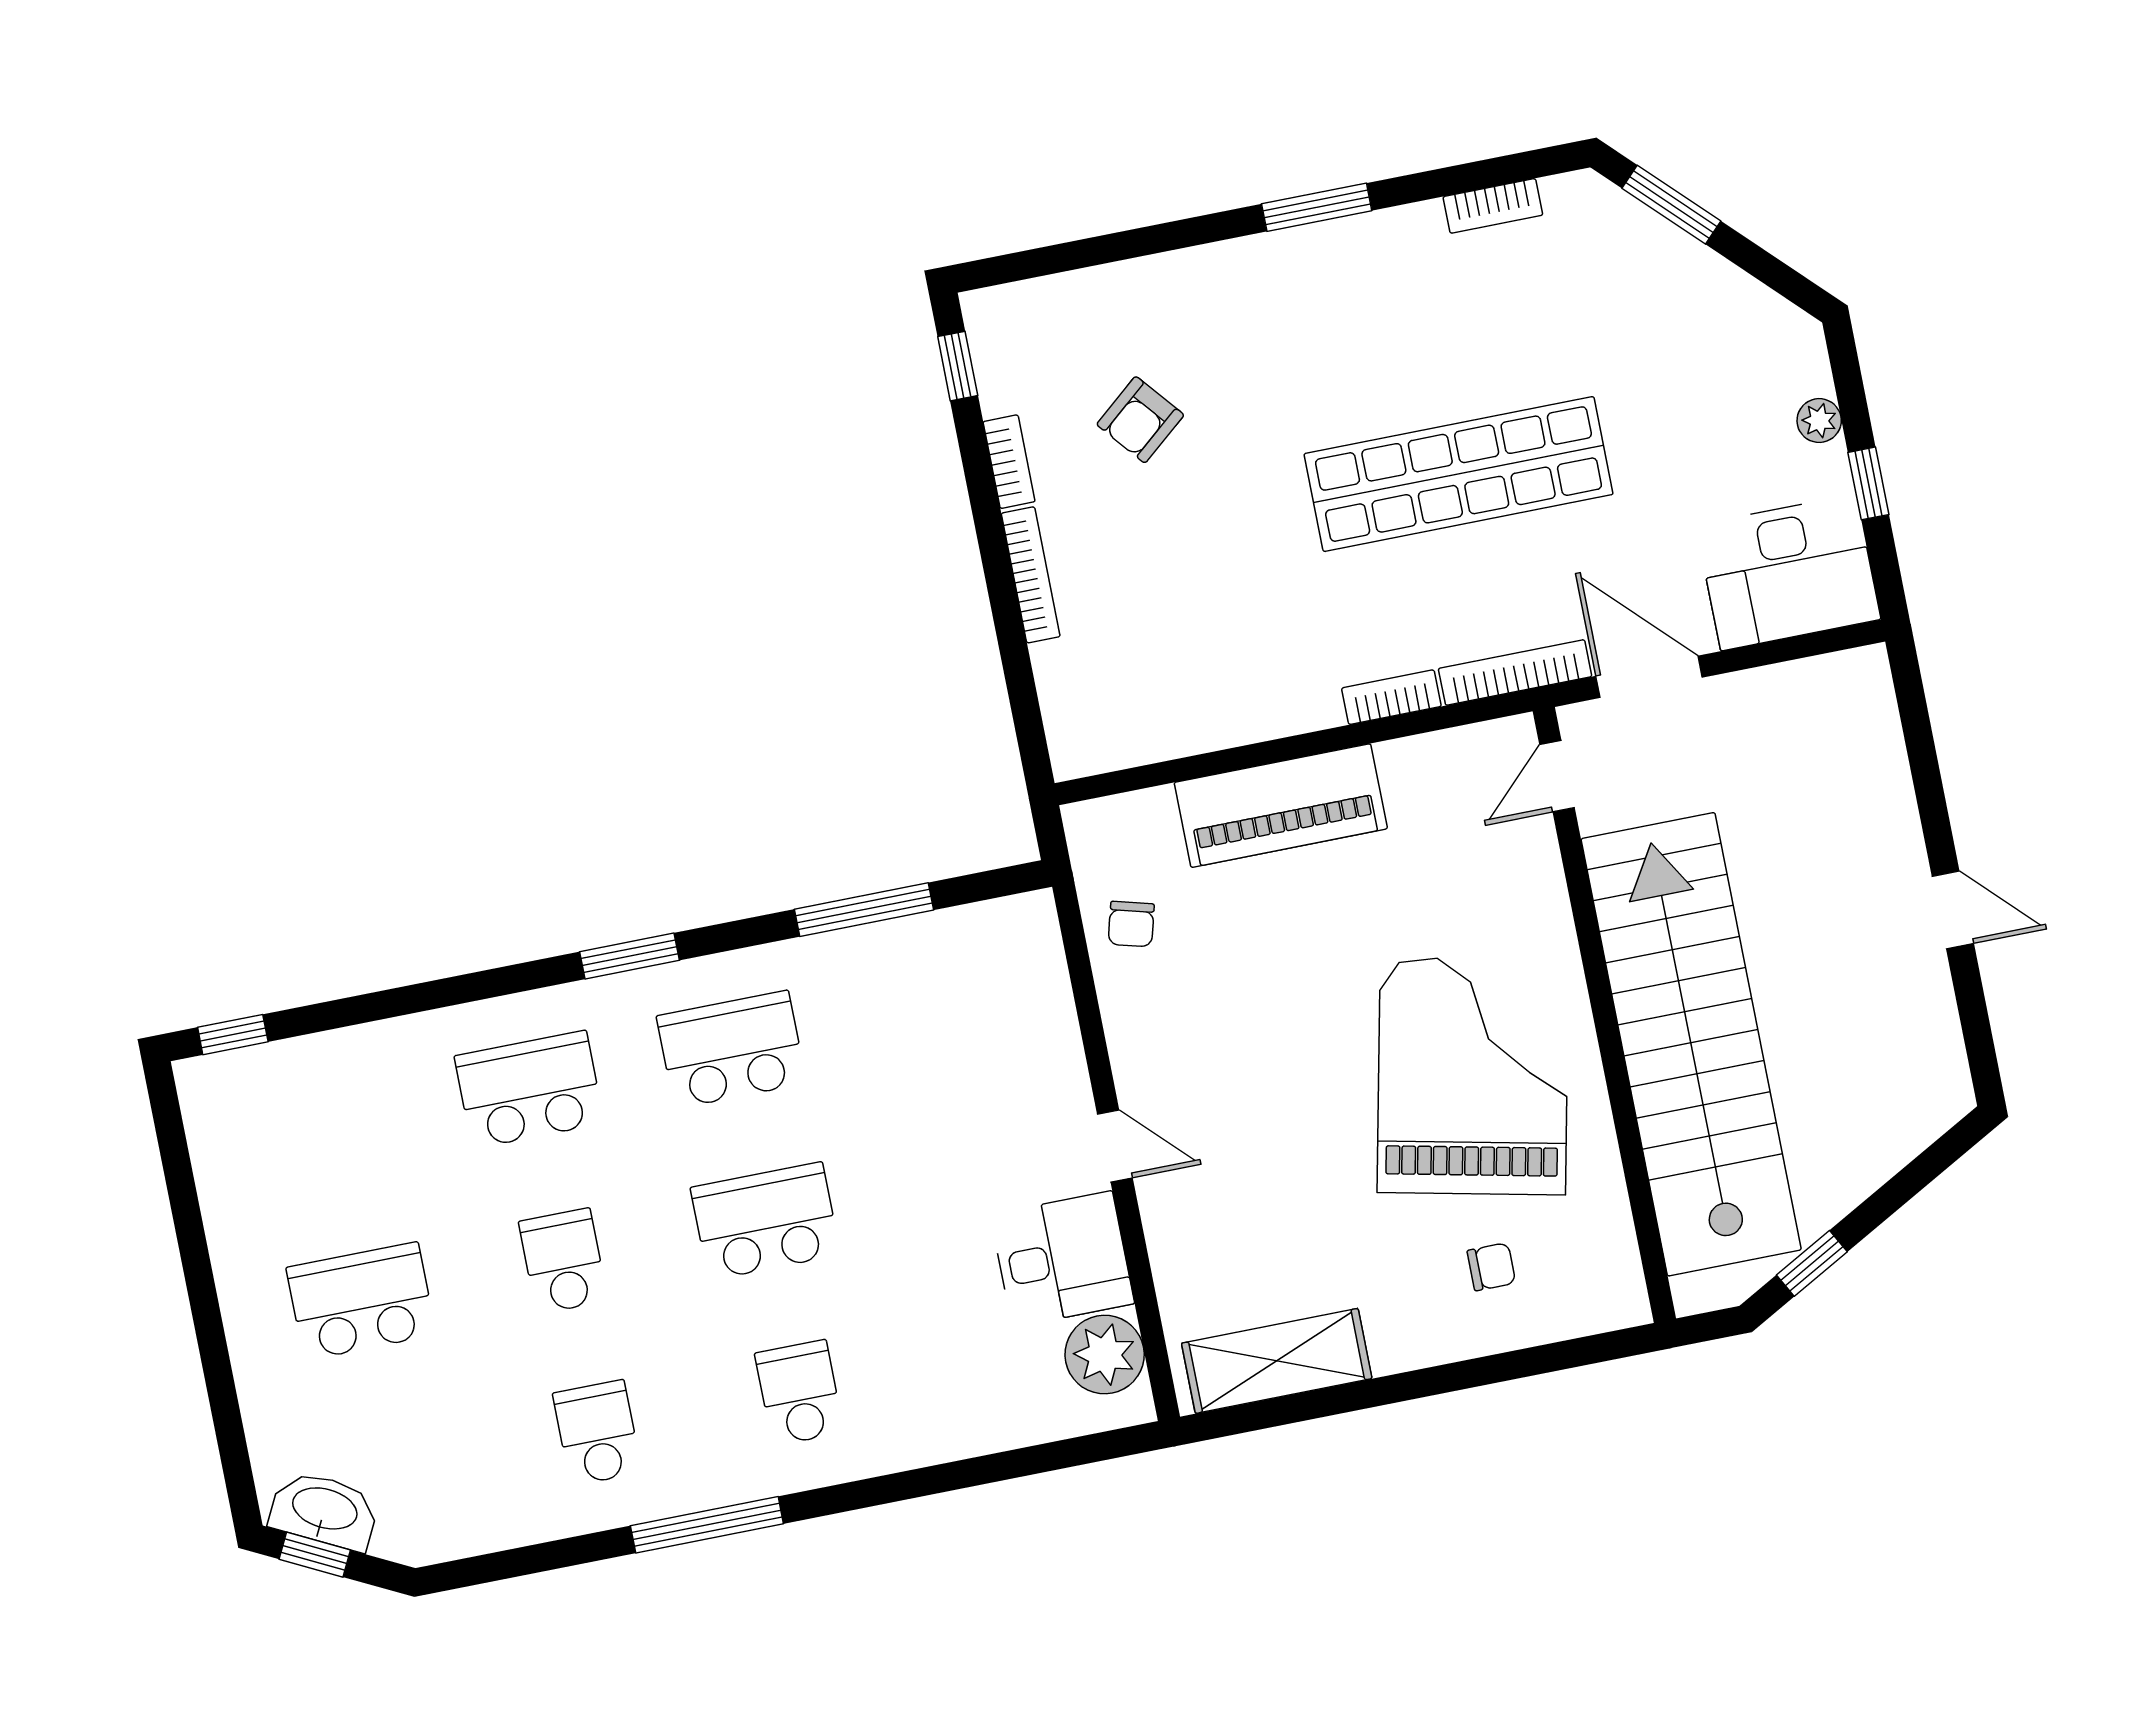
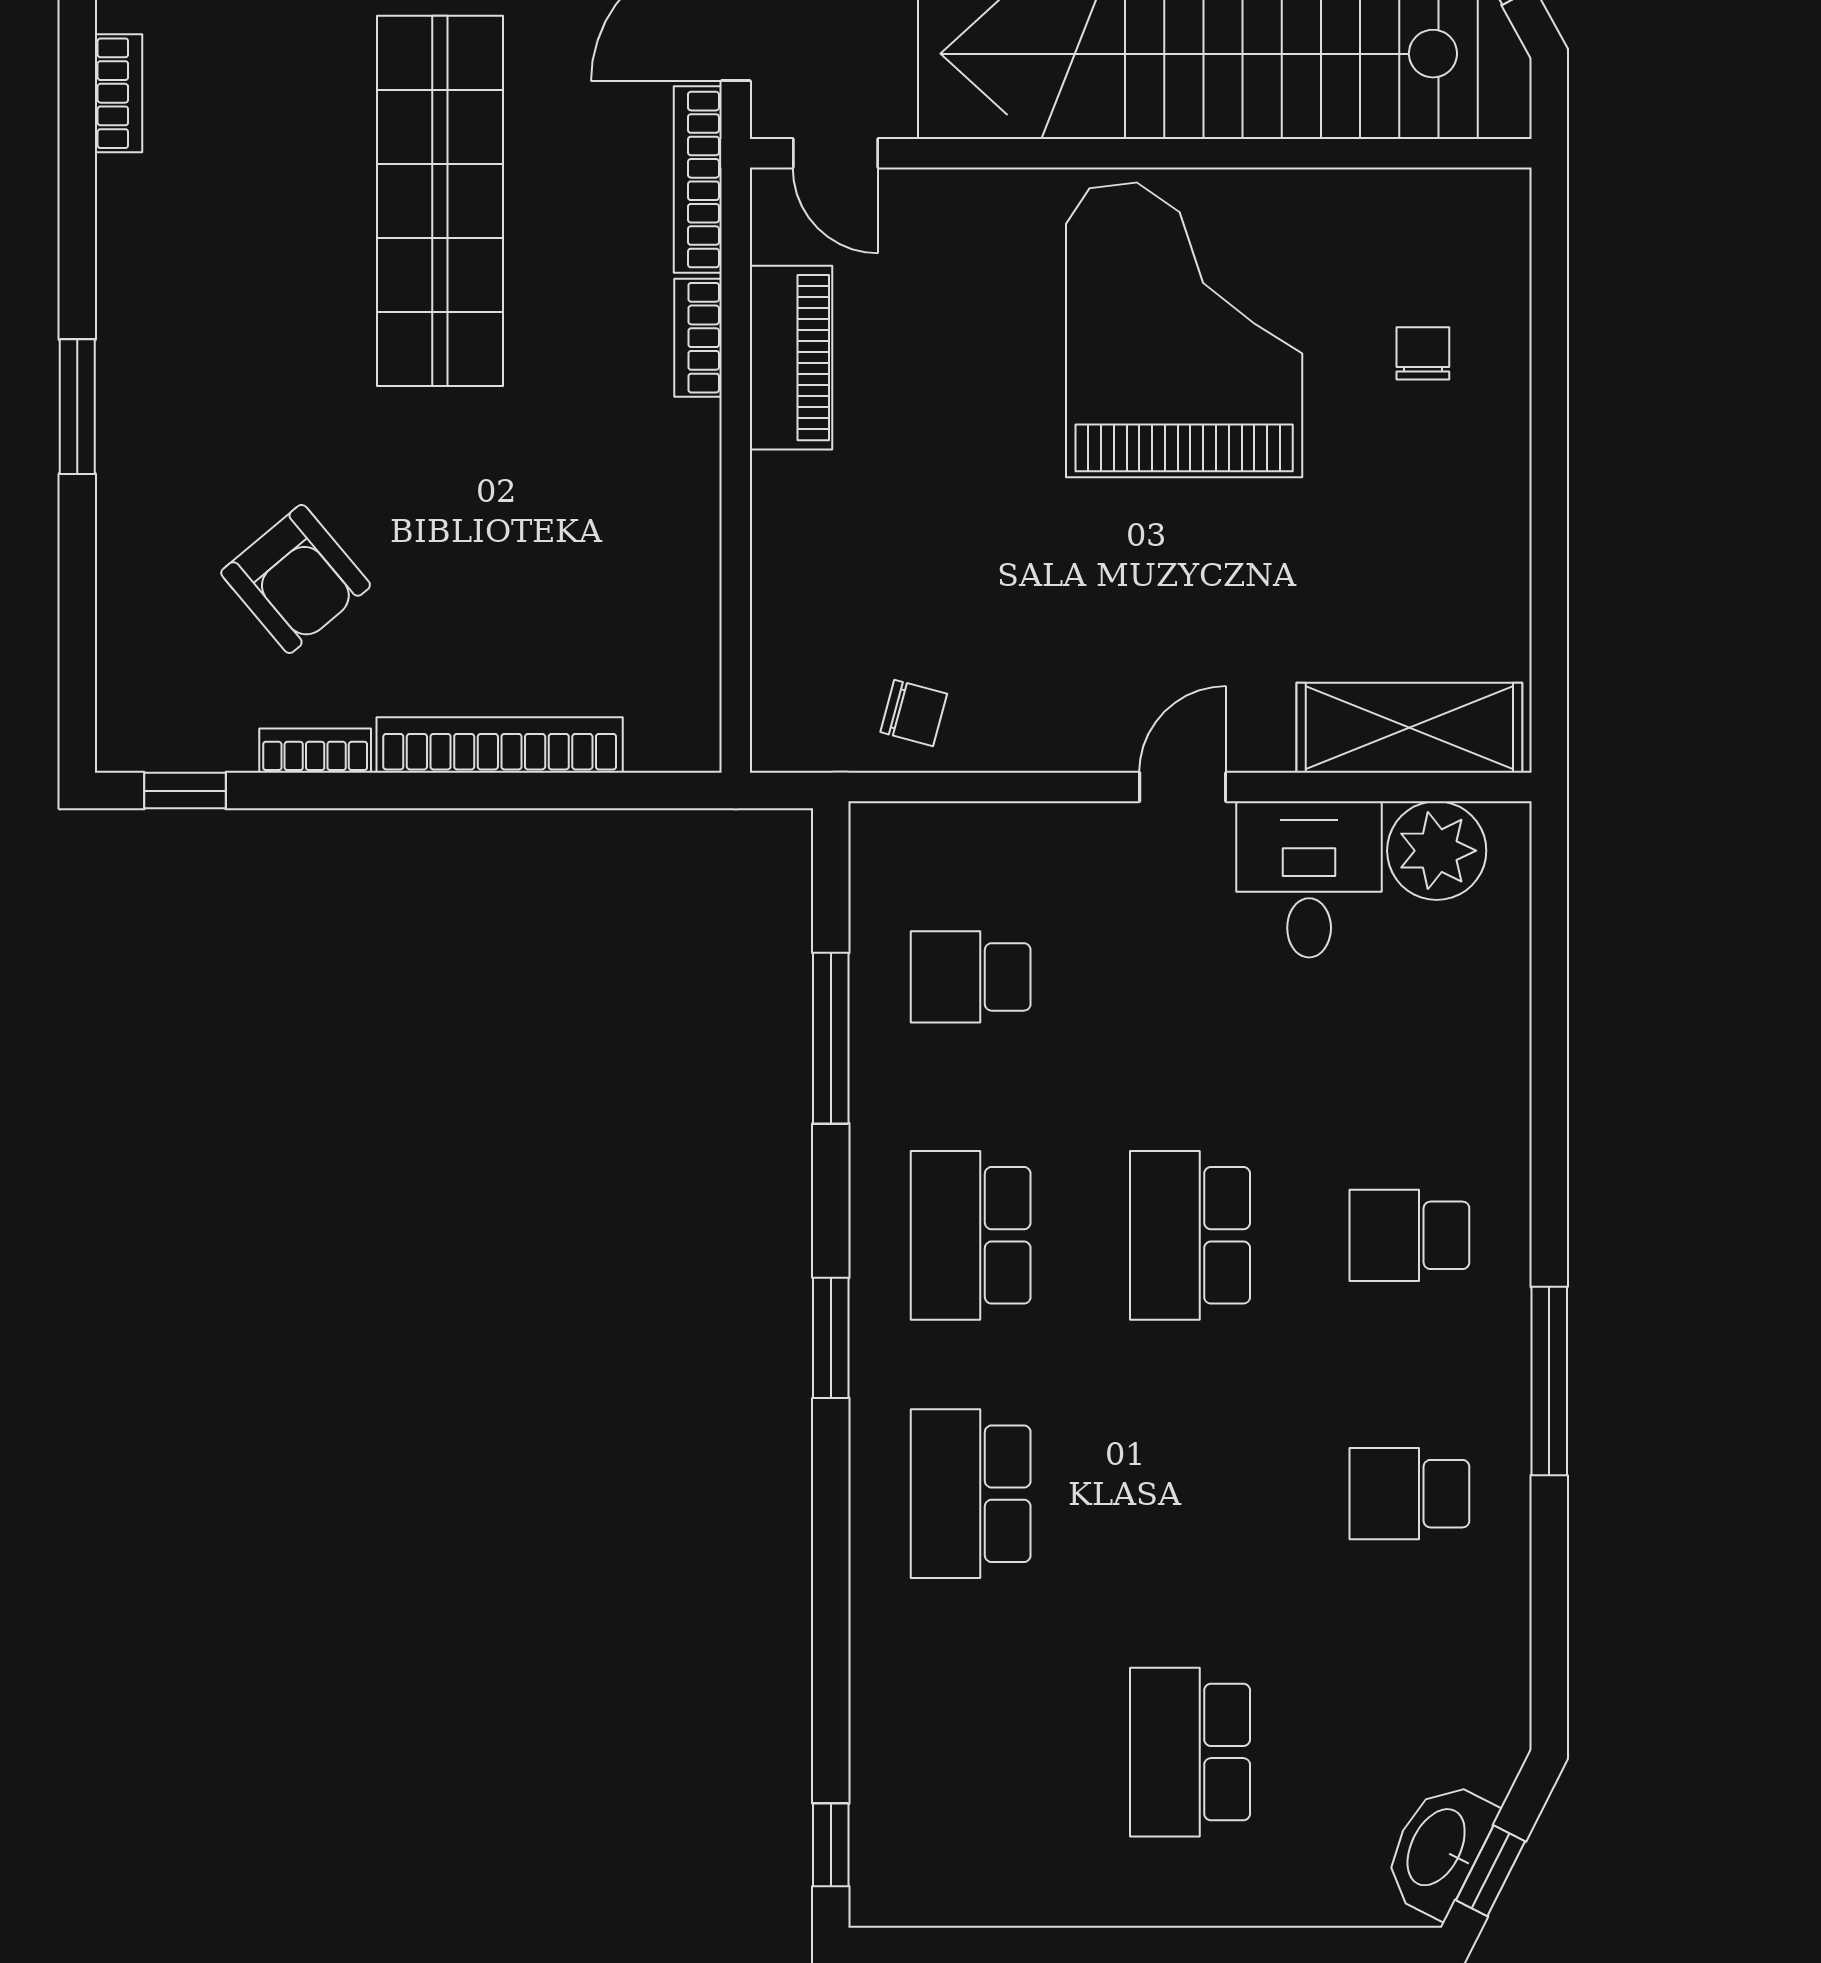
window: (1317, 207) -> (77, 407), moved
armchair: (1140, 420) -> (296, 579), width x1.38, depth x1.38
bookcase: (1031, 575) -> (500, 745), width x1.48, depth x1.31
piano: (1281, 806) -> (791, 358), moved, width x0.73, depth x0.75
grand piano: (1473, 1076) -> (1184, 330), turned 78
school desk: (563, 1261) -> (971, 977), moved
shelving: (1277, 1361) -> (1409, 728), moved, turned 90

